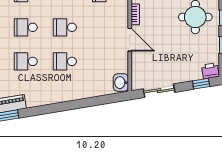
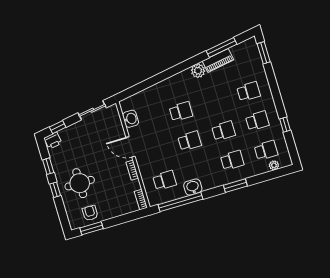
school desk: (26, 61) -> (215, 101), removed
washbasin: (121, 83) -> (131, 119), moved
plant: (34, 99) -> (198, 71), added

